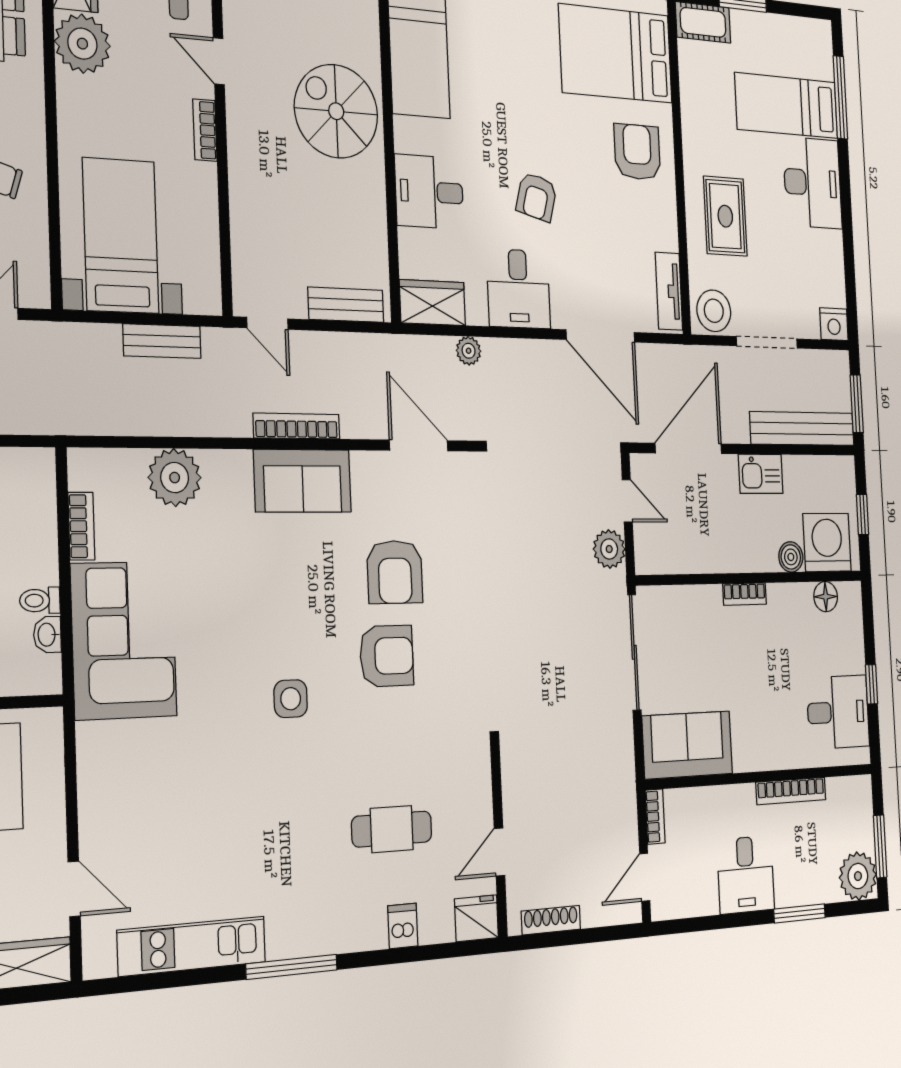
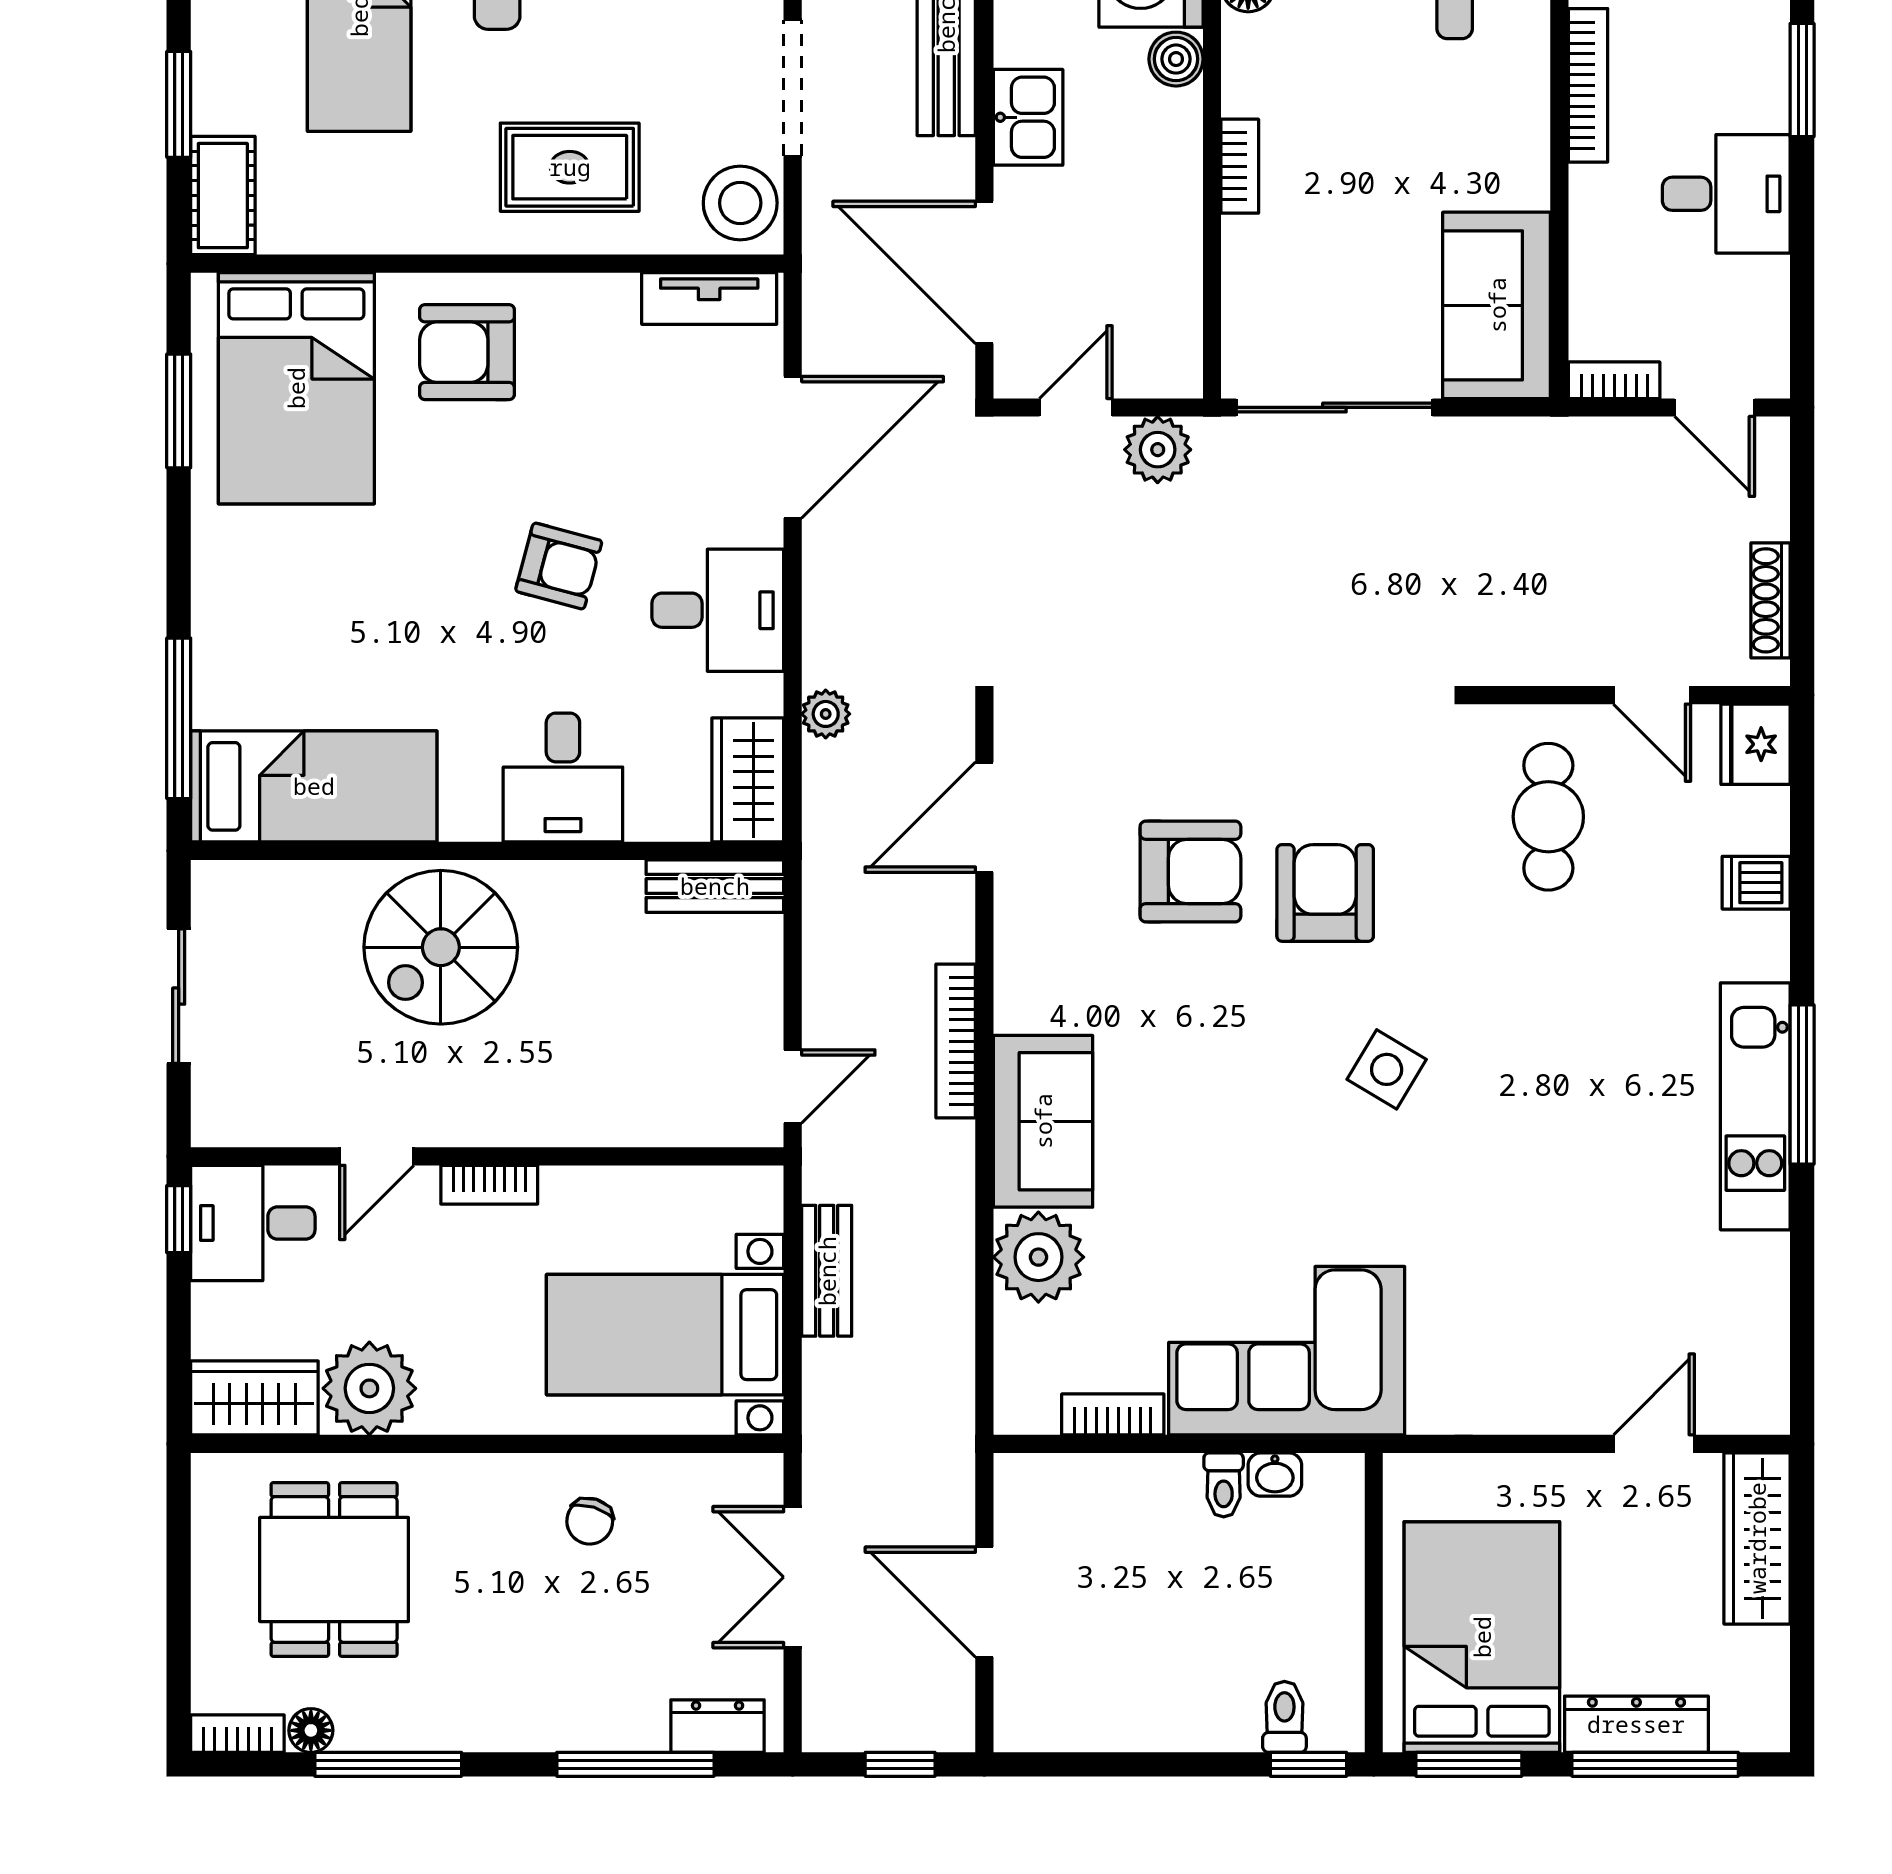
bench: (346, 305) -> (715, 886), moved, turned 90
sofa: (303, 481) -> (1043, 1121), moved
side table: (291, 699) -> (1387, 1069), turned 31
cafe table: (392, 829) -> (1548, 817), moved
kitchen unit: (192, 946) -> (1755, 1106), moved

